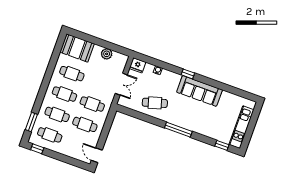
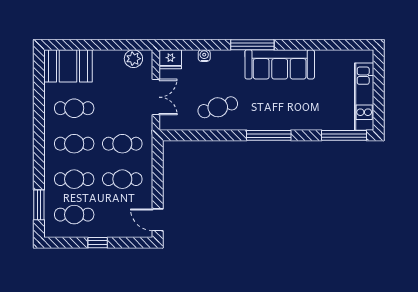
plant: (107, 54) -> (133, 59), moved
window: (188, 74) -> (252, 45), width x2.17
window: (222, 145) -> (344, 135), width x2.17
window: (37, 149) -> (98, 243), moved

